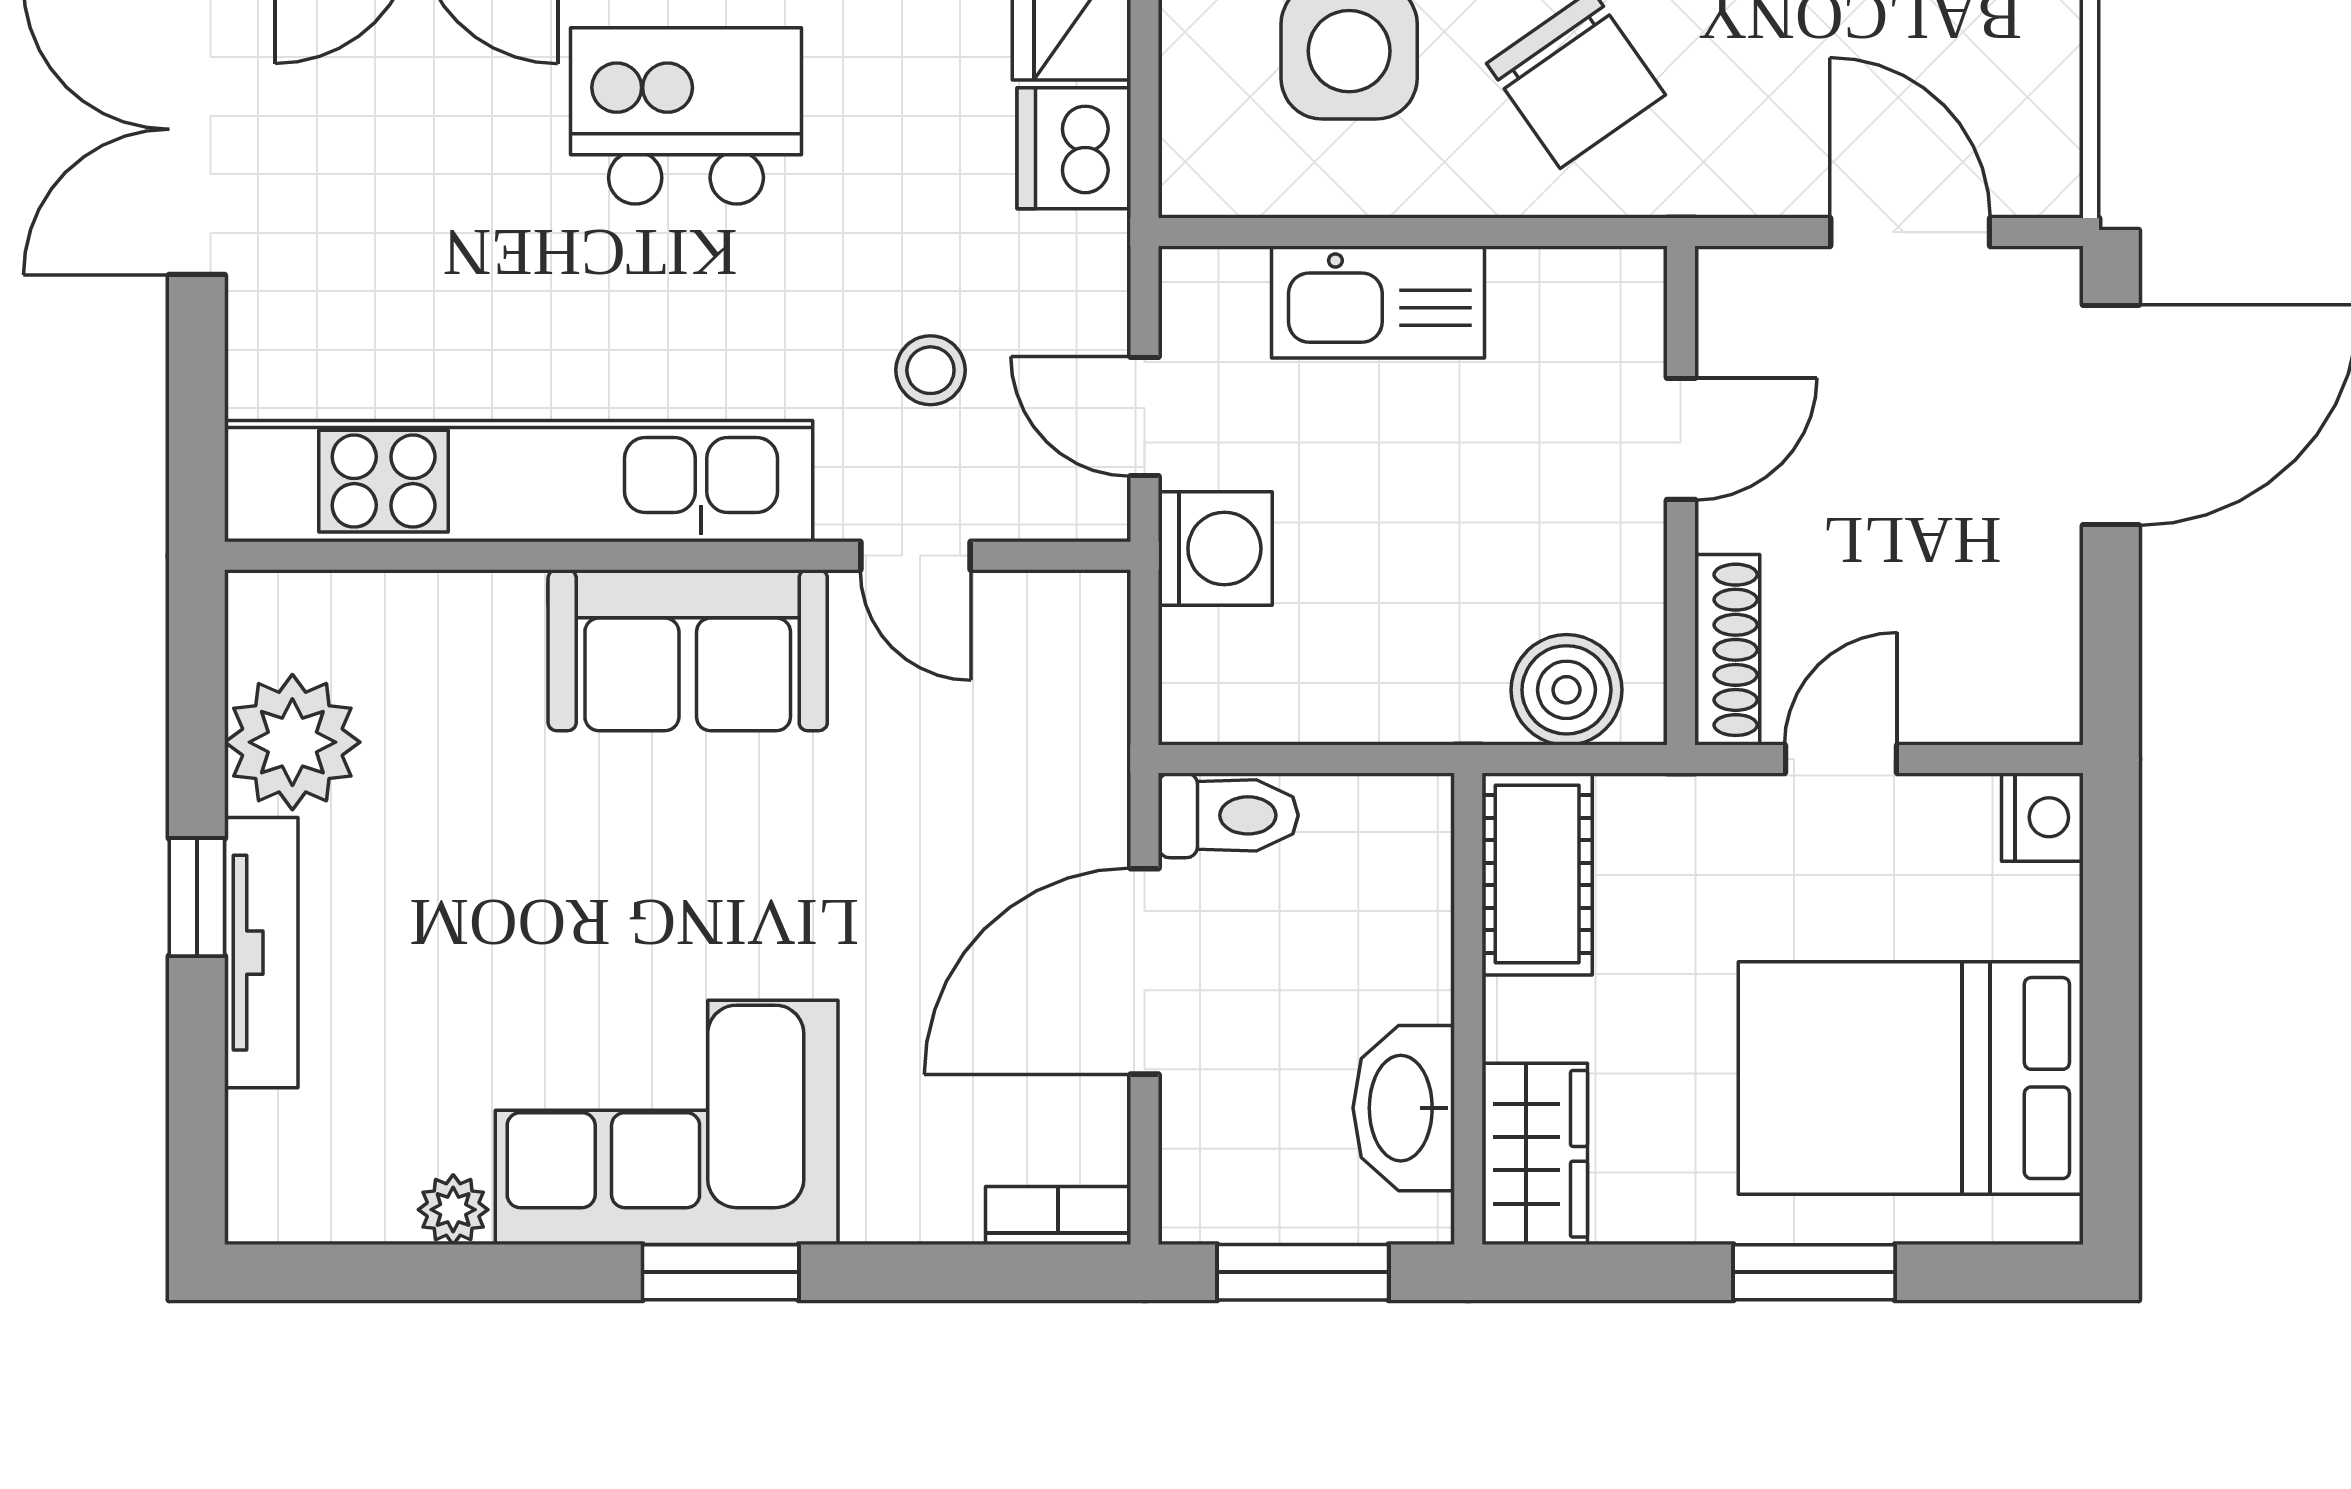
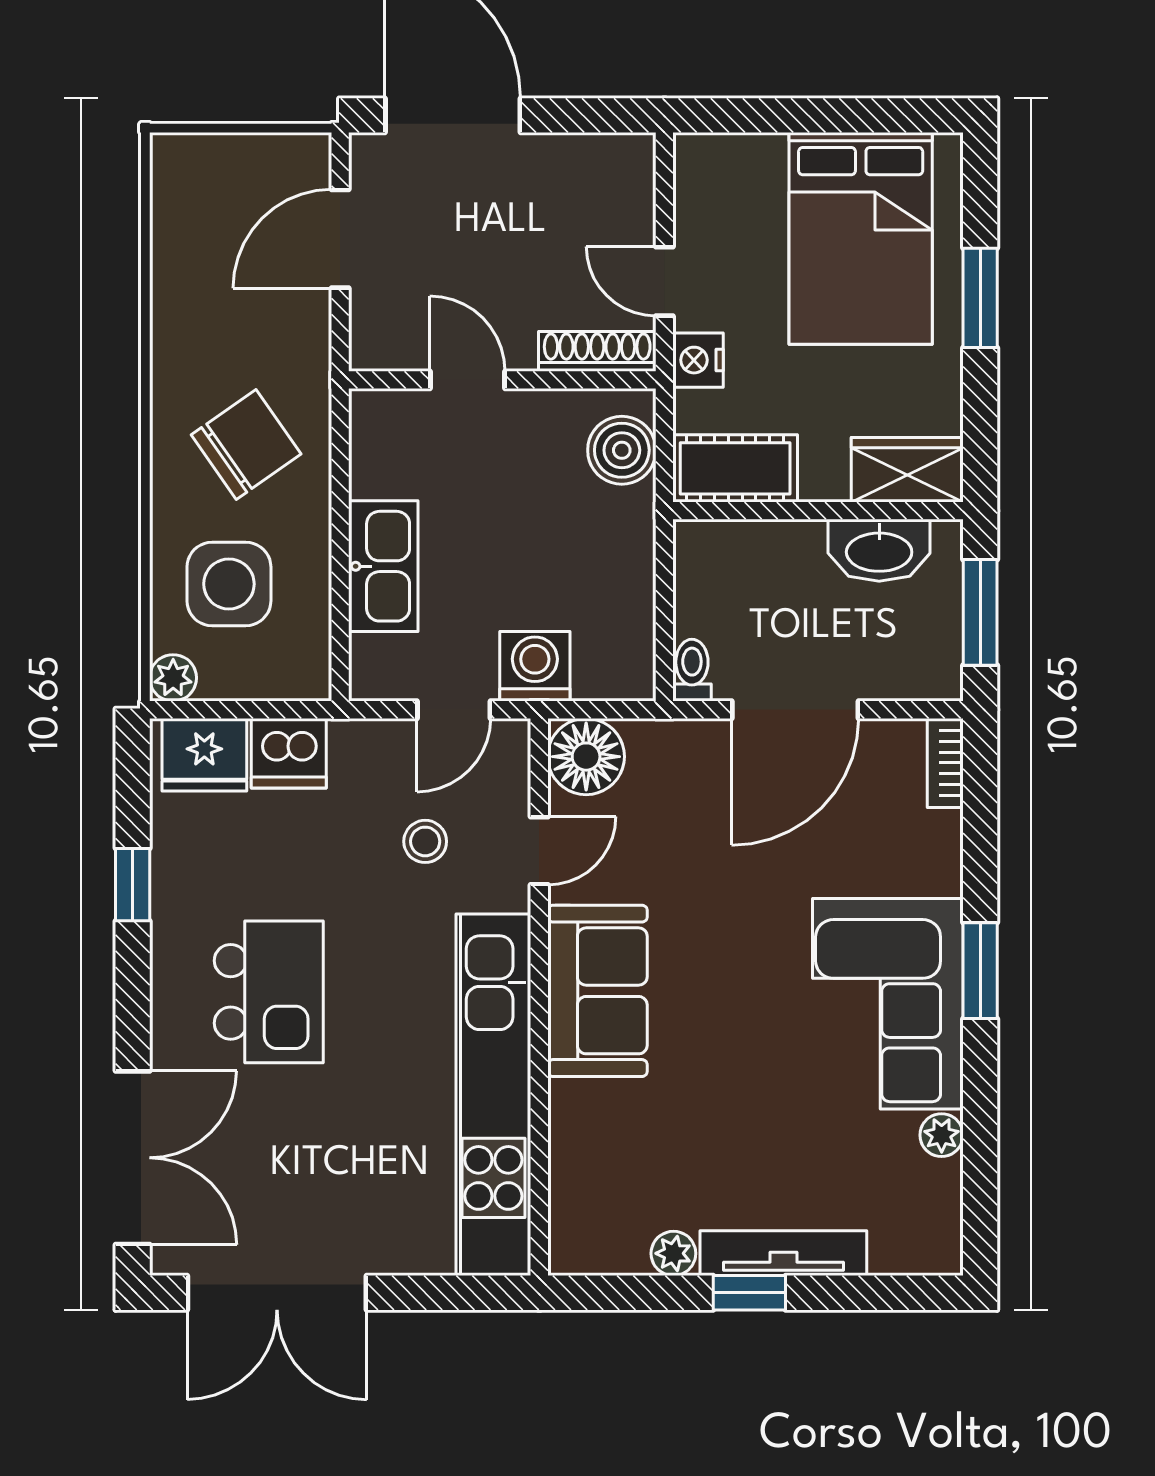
kitchen island: (686, 116) -> (269, 992), turned 180
floor lamp: (1069, 632) -> (586, 757), added
plant: (292, 742) -> (673, 1253), width x0.53, depth x0.53
toilet: (1228, 815) -> (692, 670), width x0.73, depth x0.72
nightstand: (2042, 817) -> (698, 360), moved, turned -90
door: (1145, 971) -> (795, 710), hinge flipped

